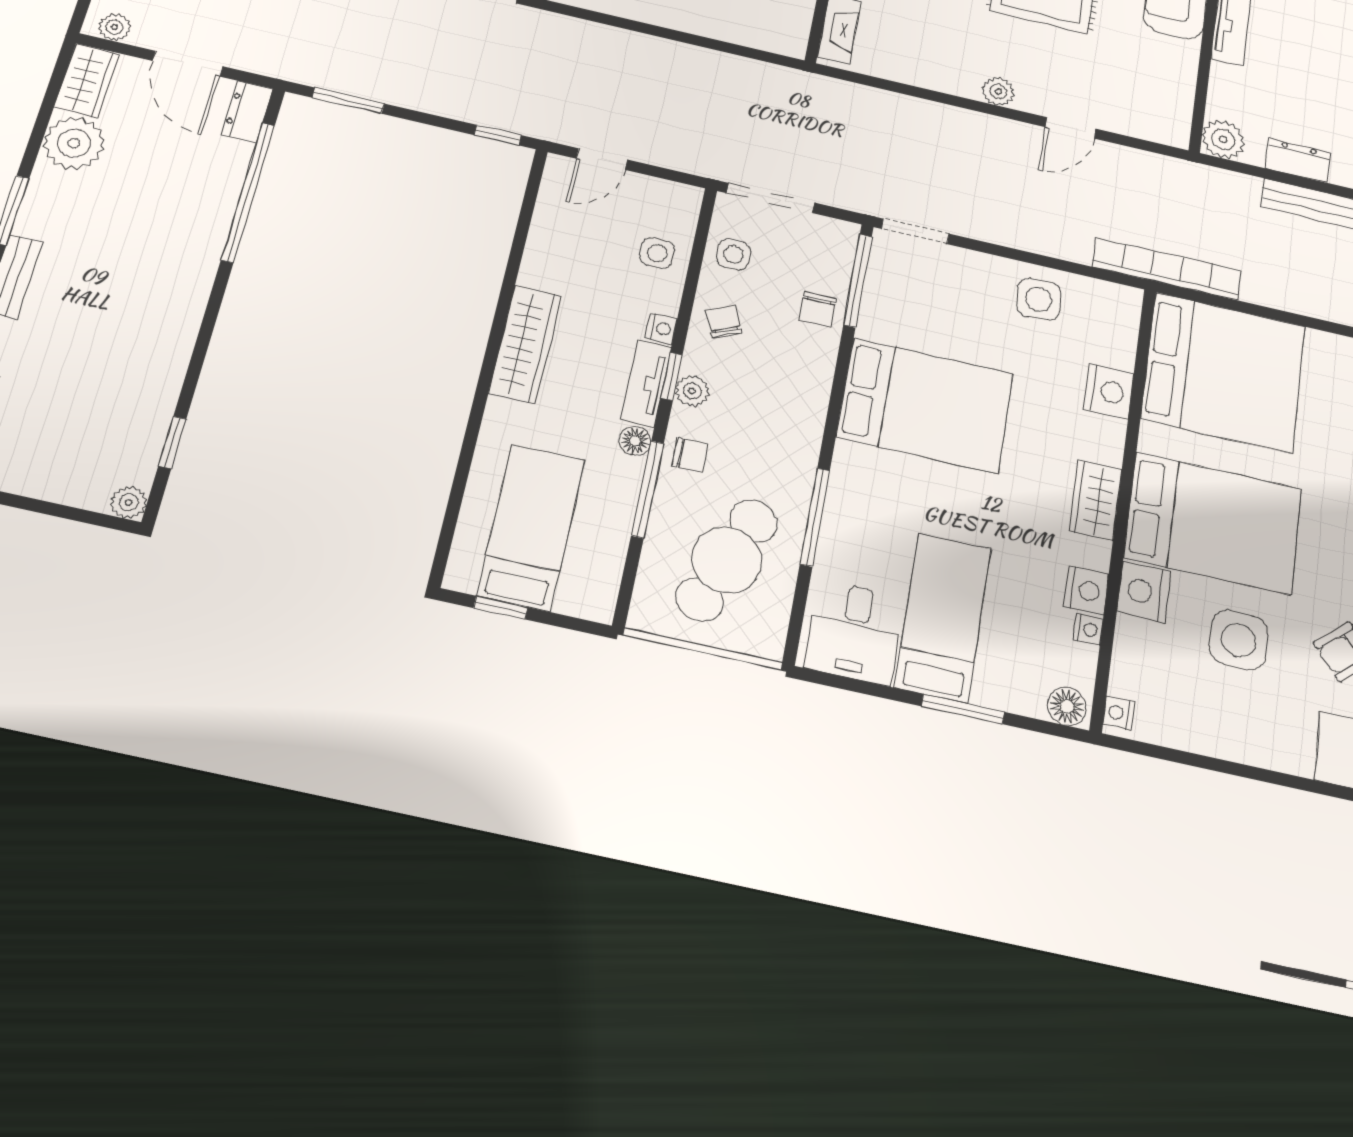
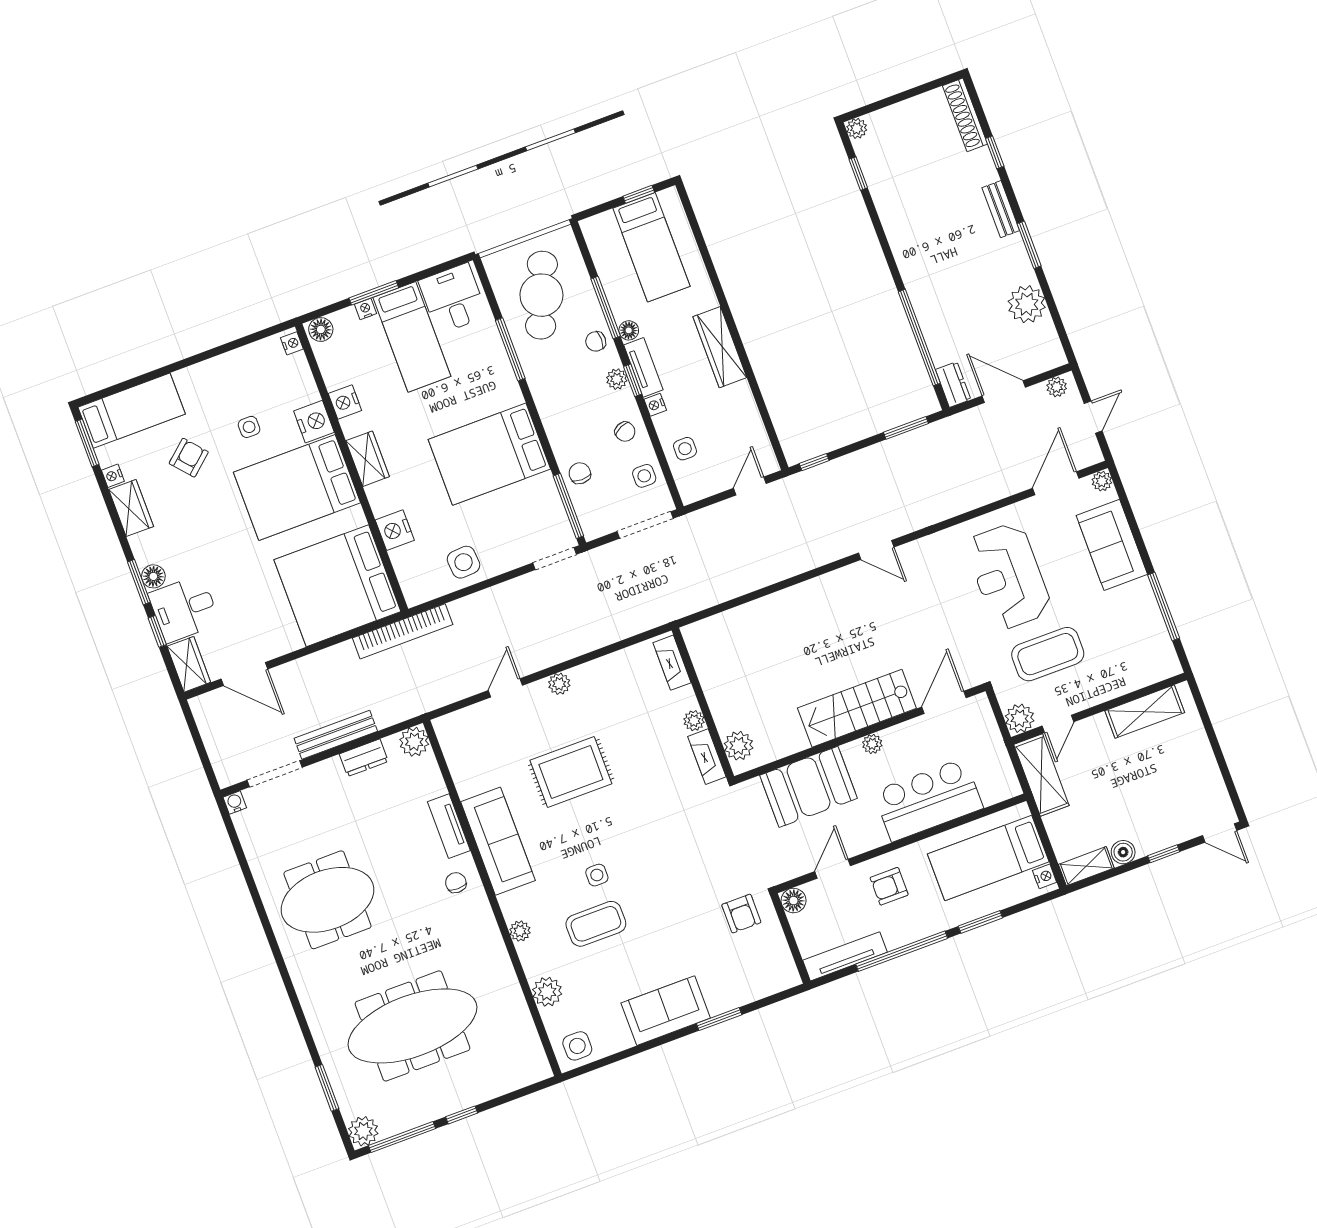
wardrobe: (87, 81) -> (1047, 345), removed
nightstand: (1088, 629) -> (366, 309), moved, turned 90
side table: (1239, 640) -> (249, 427), width x0.54, depth x0.54

